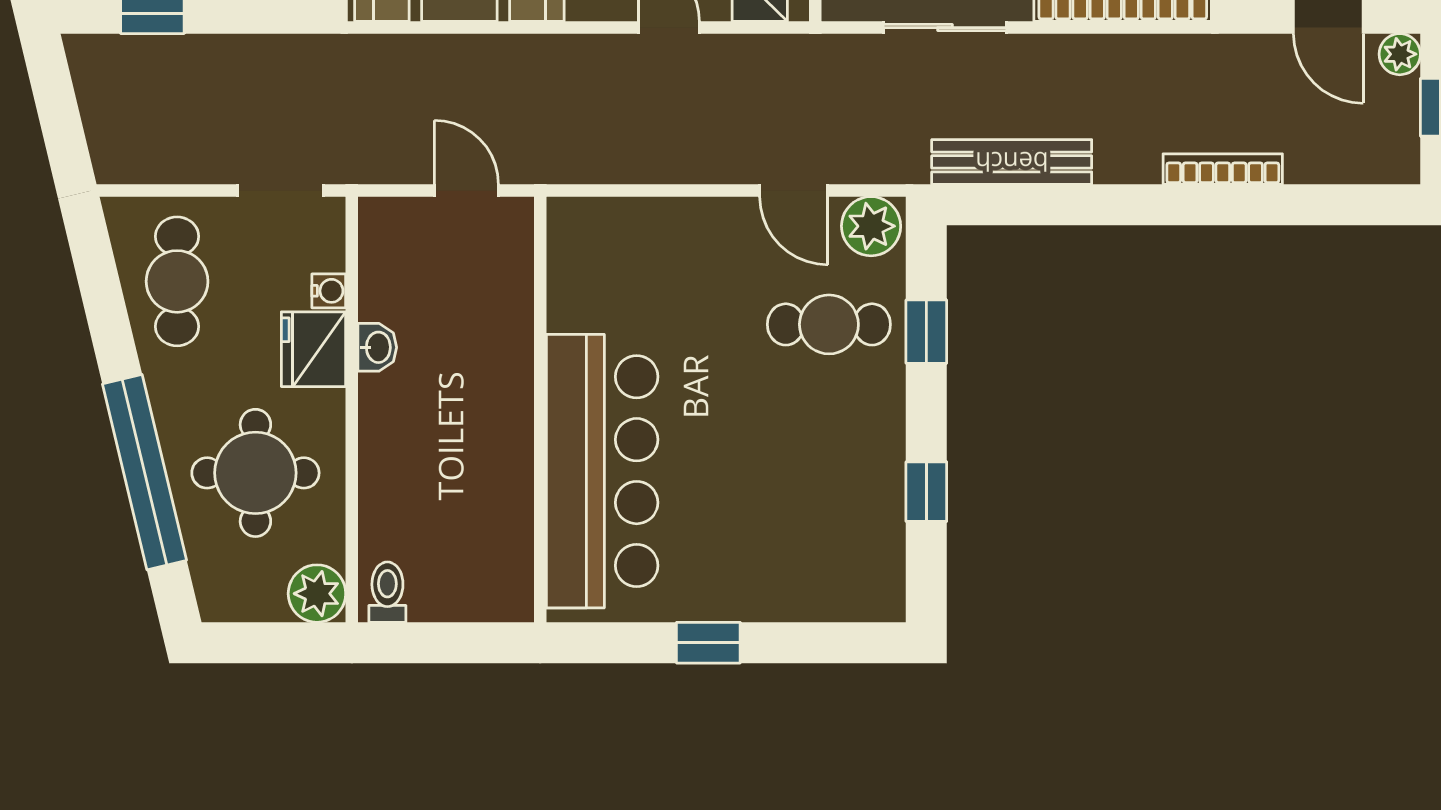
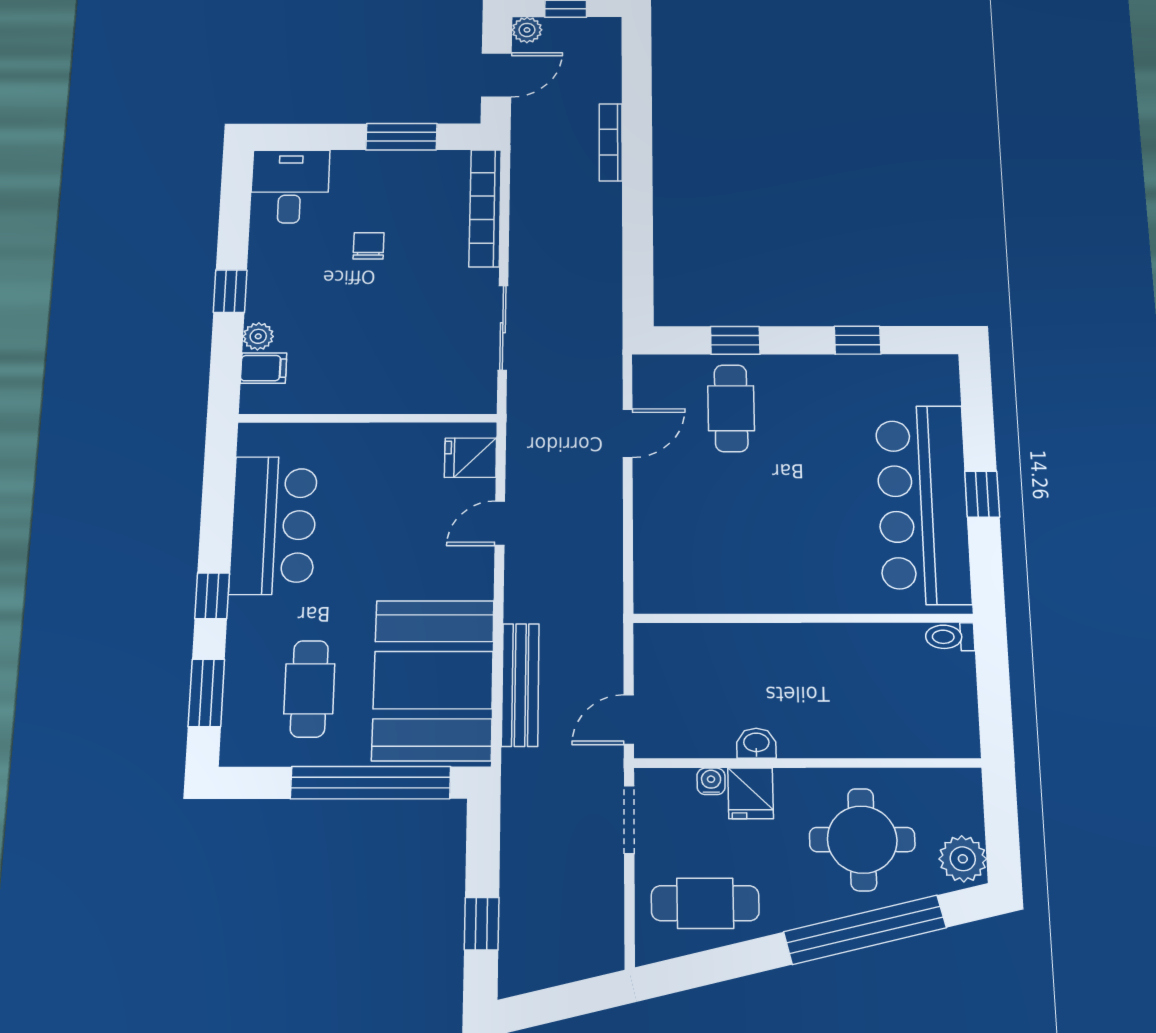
bench: (1012, 162) -> (520, 685), moved
door: (466, 190) -> (629, 720), moved
plant: (871, 226) -> (655, 379), removed
fridge: (314, 349) -> (751, 793), width x0.72
bar counter: (602, 471) -> (923, 504), moved, turned -90
toilet: (387, 592) -> (950, 637), moved
plant: (317, 594) -> (963, 859), moved

